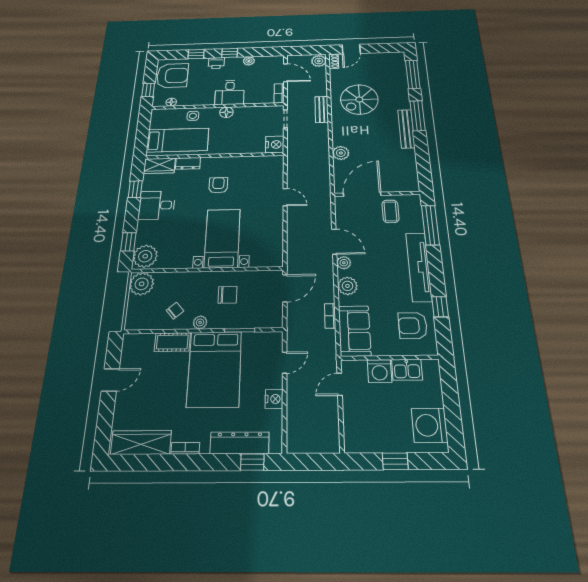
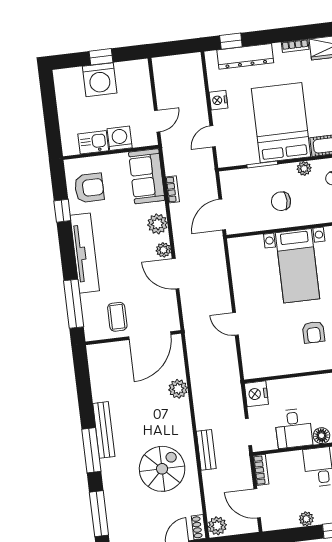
desk: (248, 119) -> (294, 428), added
washing machine: (429, 425) -> (100, 80), moved, turned 90

